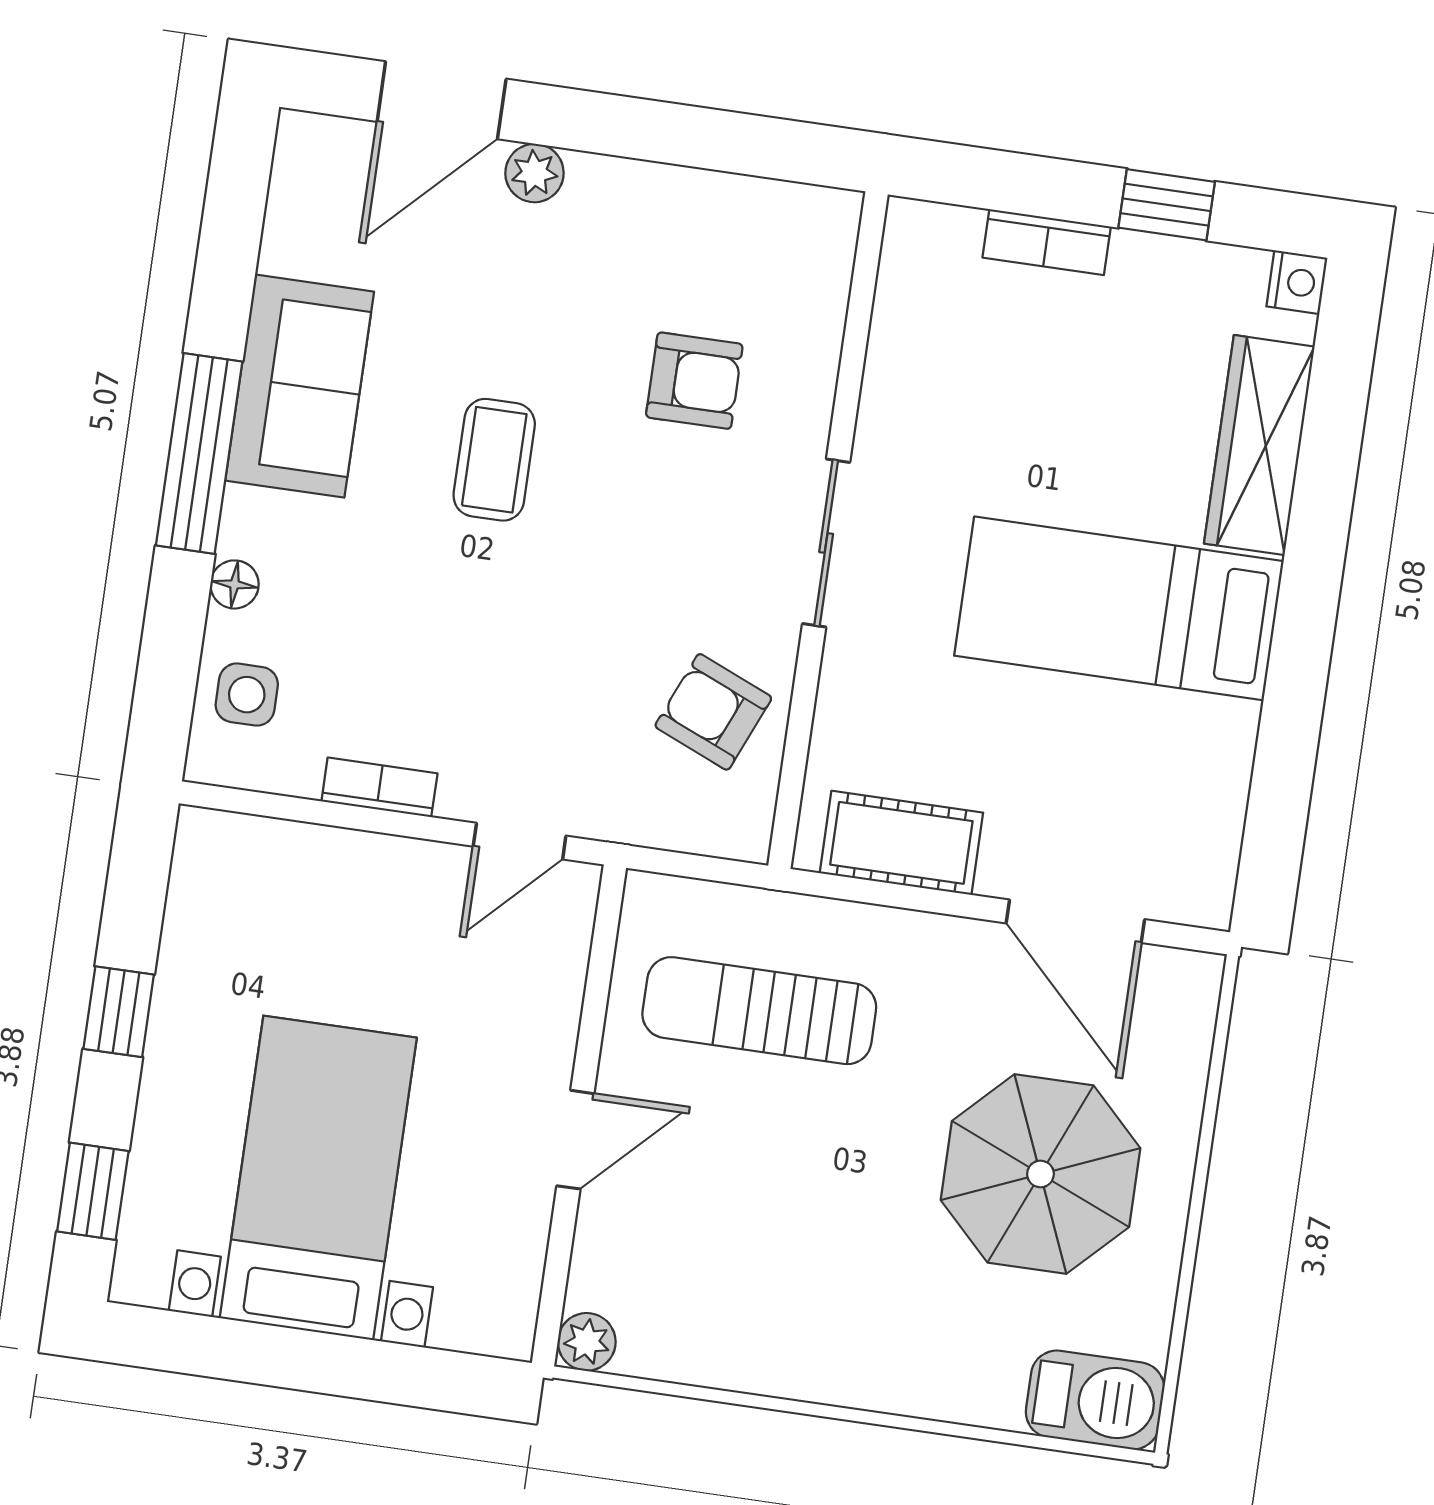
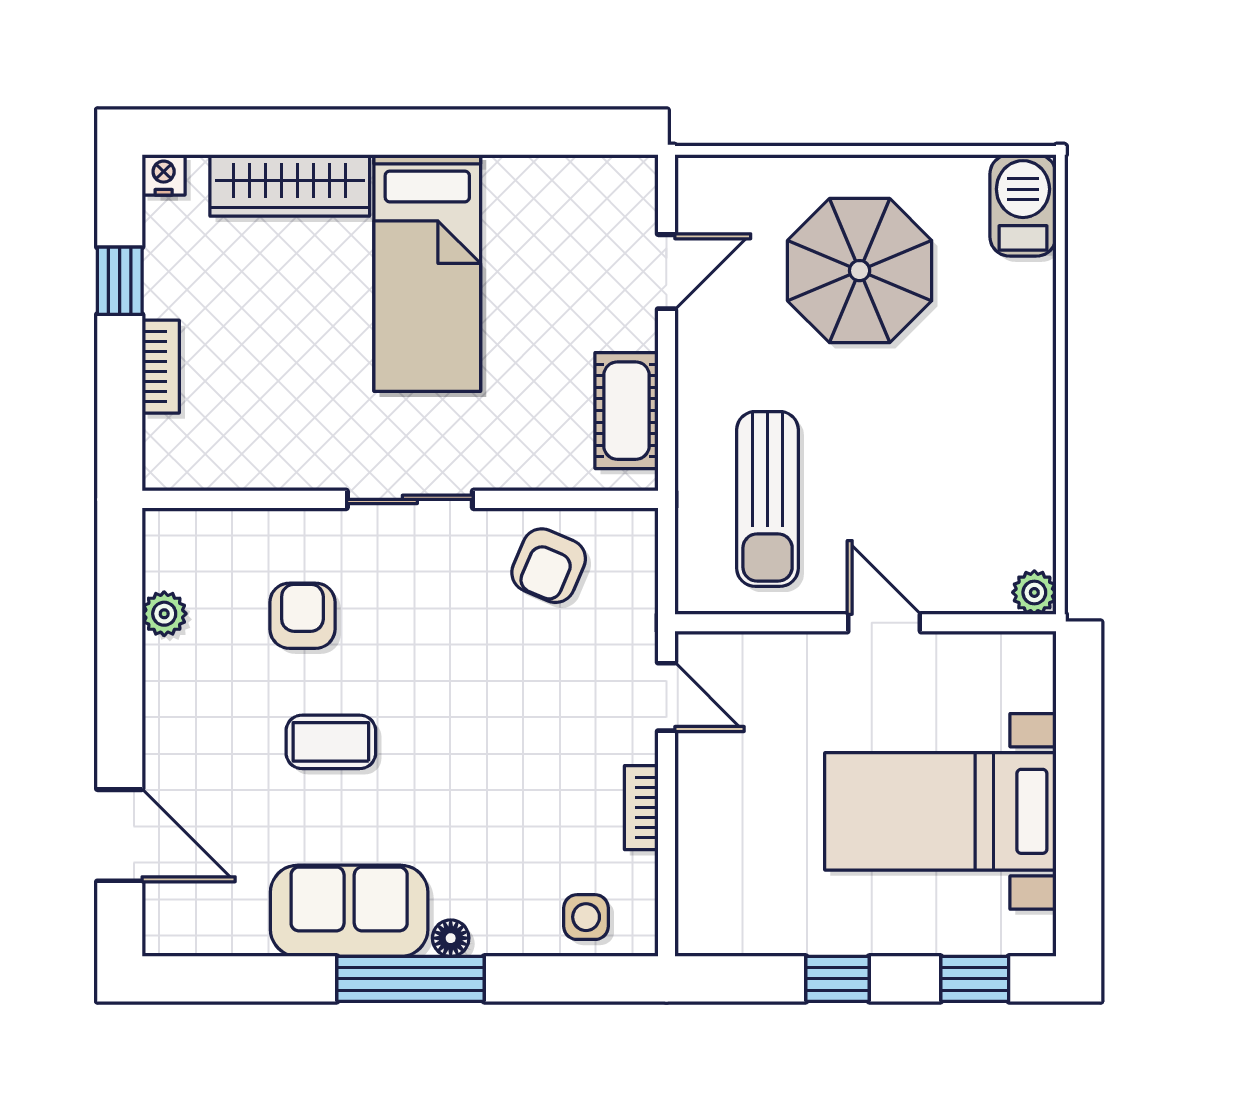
plant: (534, 173) -> (164, 614), moved
coffee table: (494, 460) -> (331, 742), moved
floor lamp: (235, 584) -> (451, 938), moved
door: (1075, 921) -> (666, 272), width x0.73

